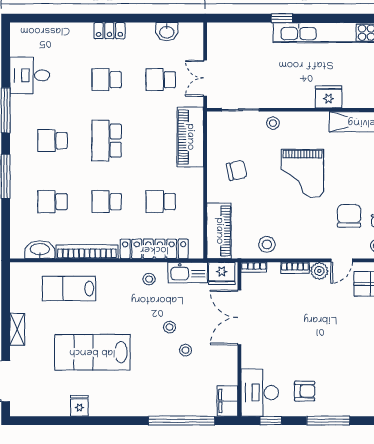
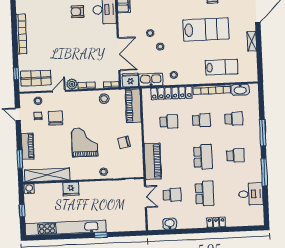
locker: (109, 31) -> (216, 222), moved
school desk: (107, 80) -> (205, 193), width x1.85
chair: (349, 216) -> (55, 118), turned 180

